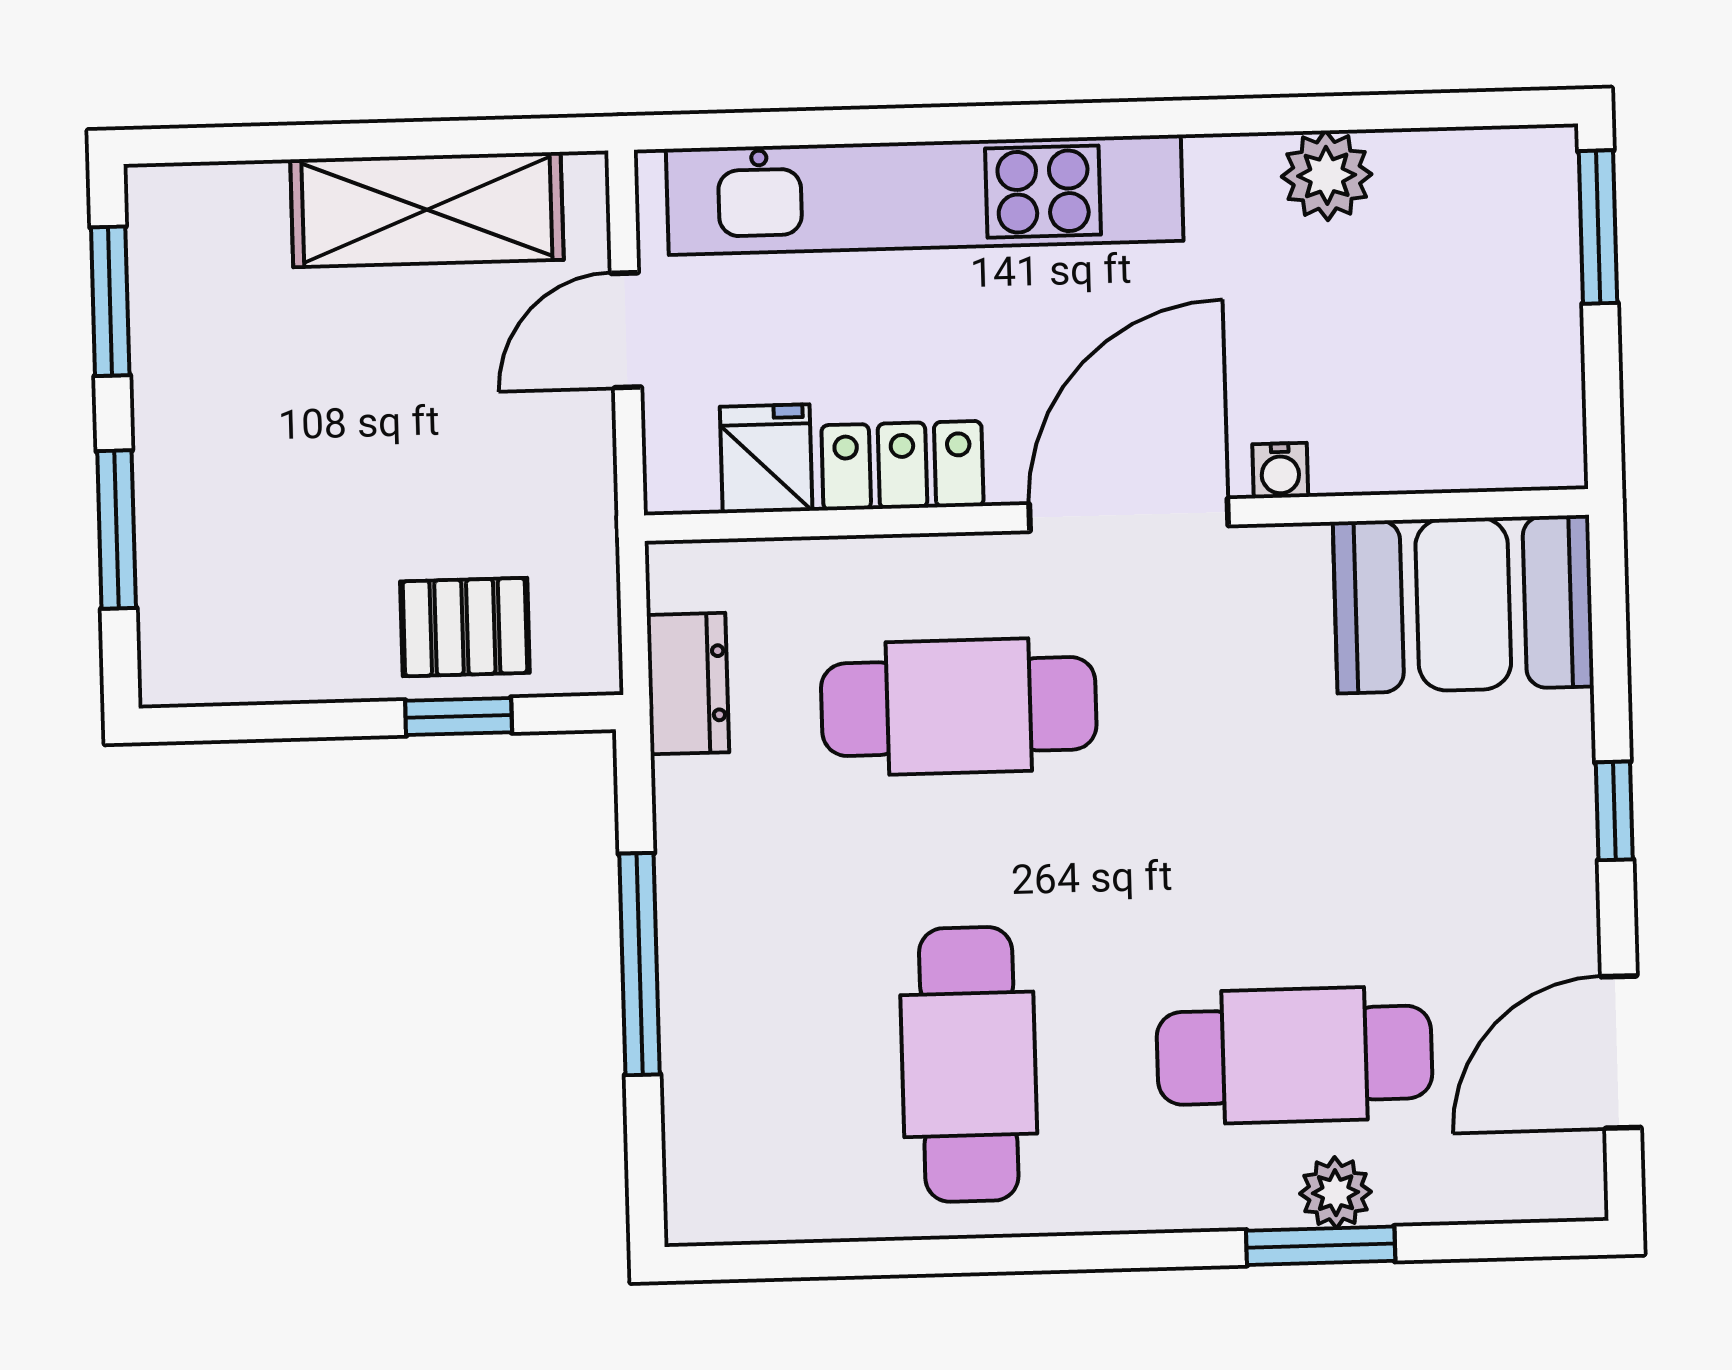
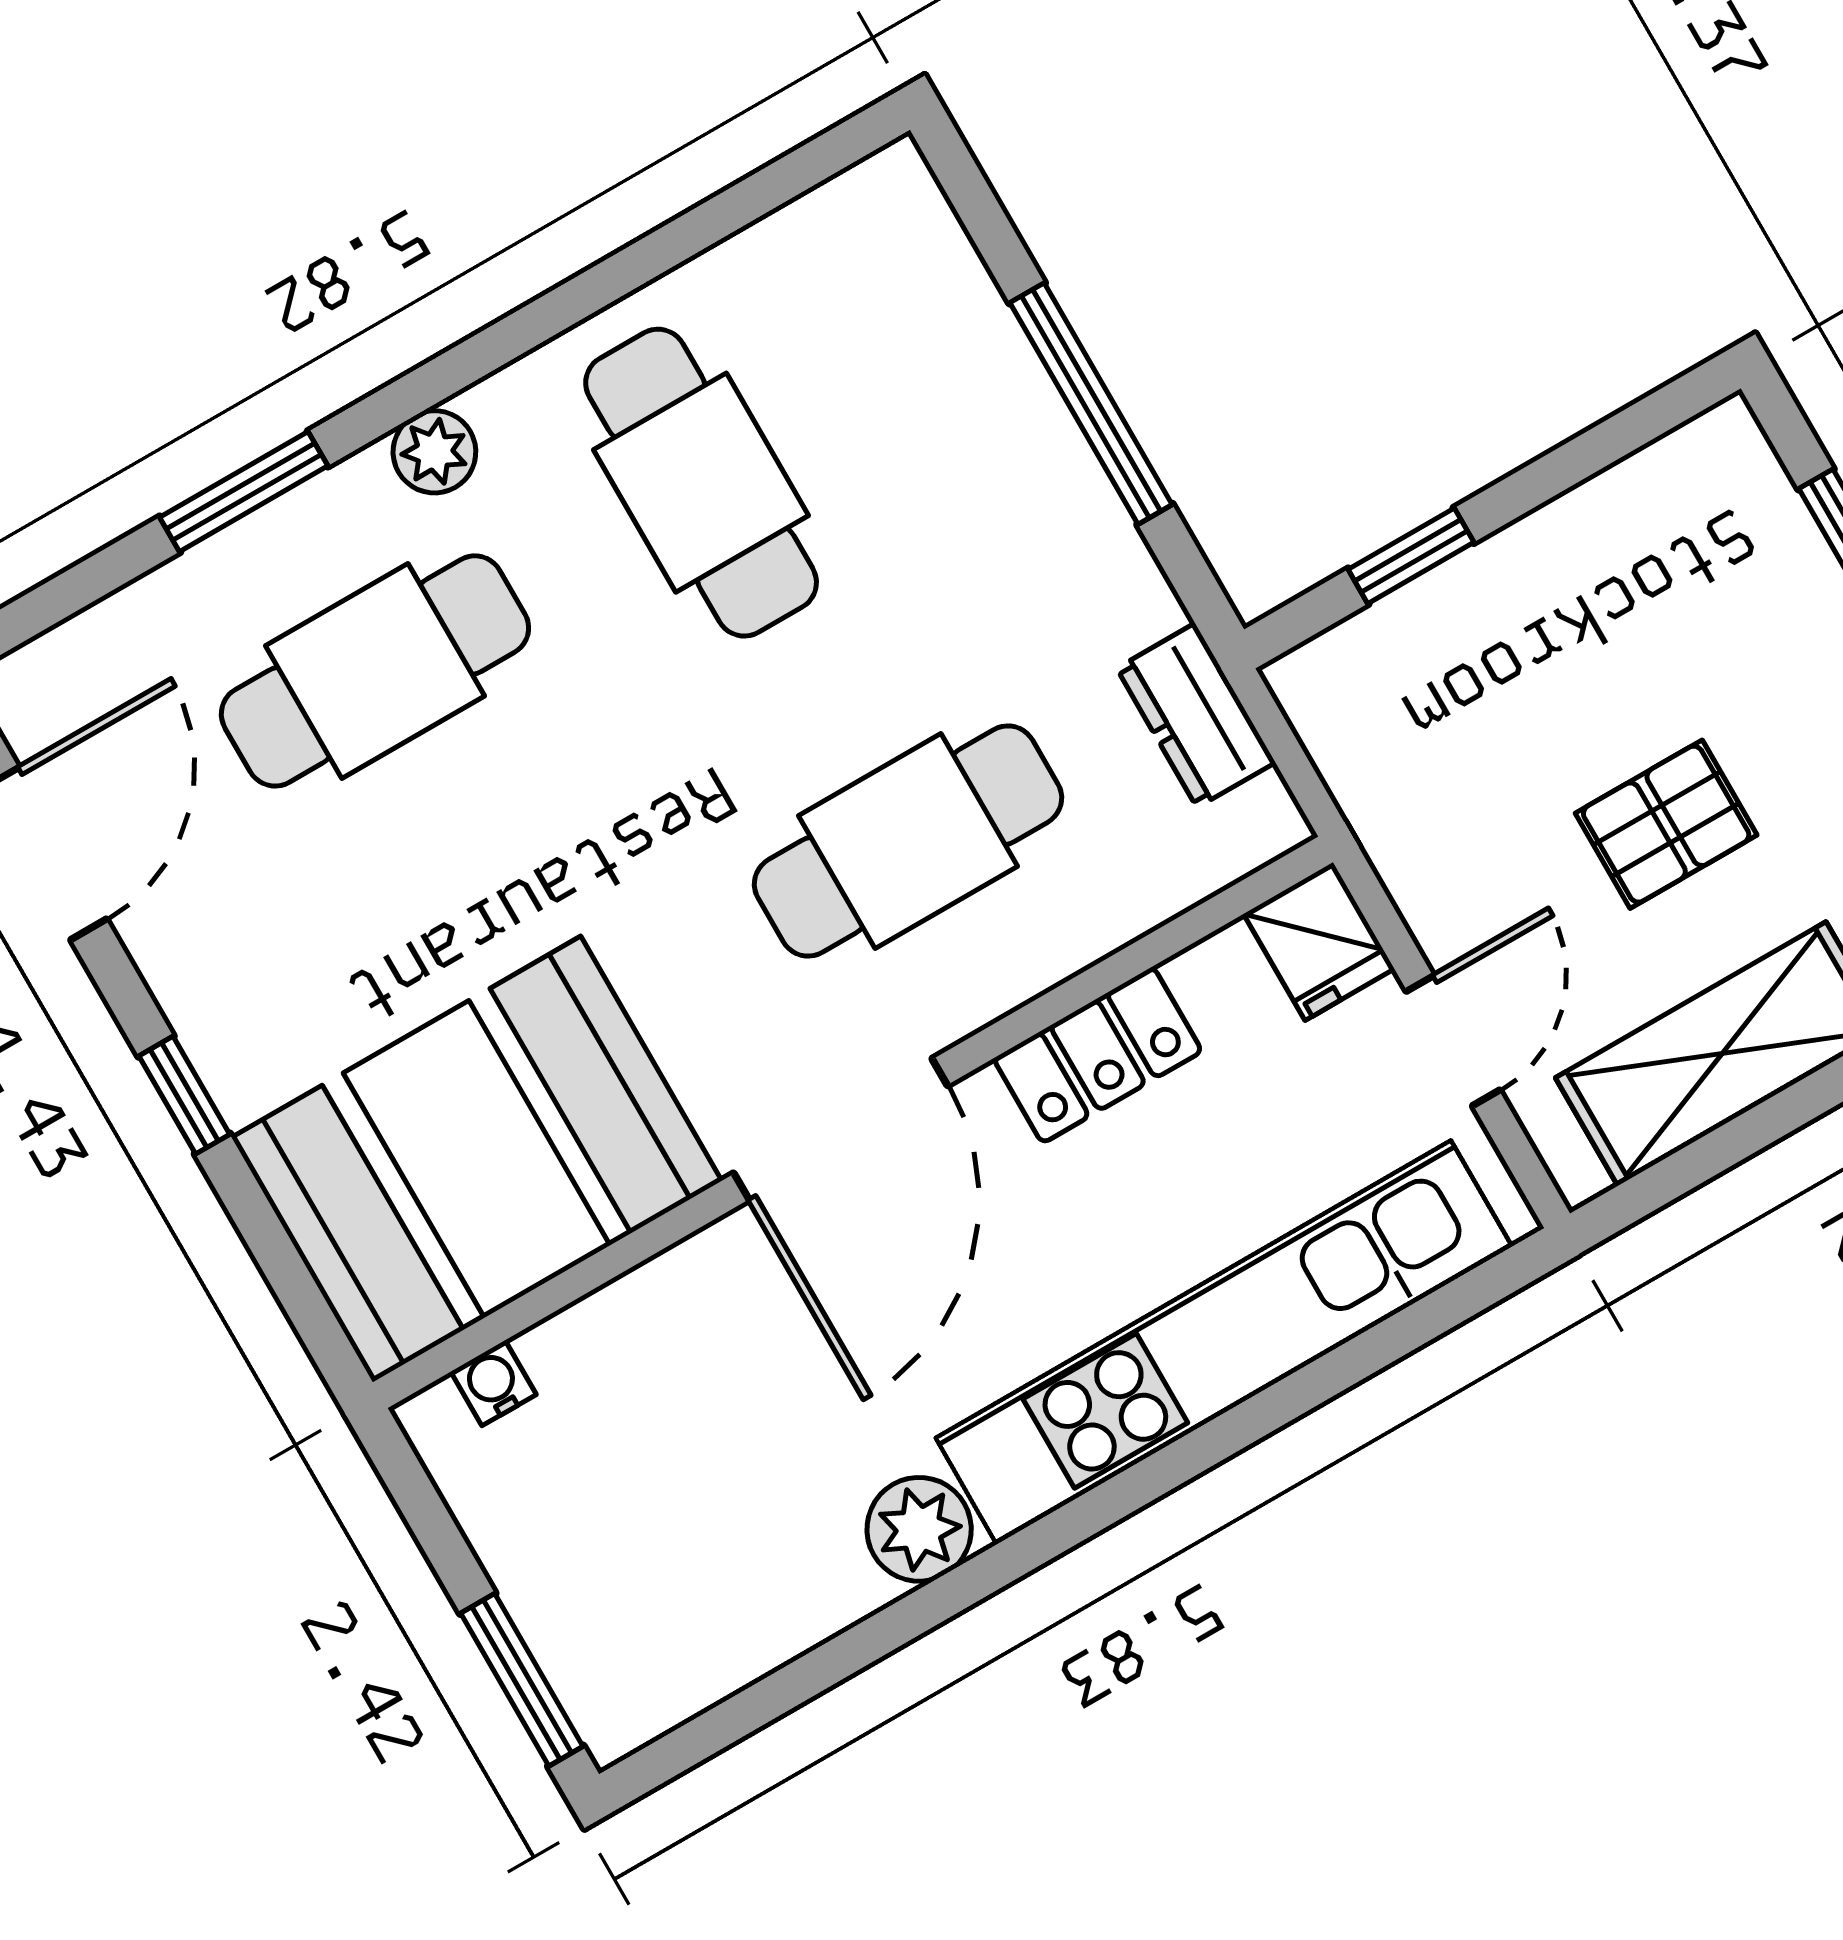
plant: (1327, 175) -> (919, 1529), moved
fridge: (766, 459) -> (1319, 941), moved
water cooler: (1280, 471) -> (493, 1383), moved
booth: (1463, 604) -> (477, 1159), width x1.36, depth x1.42
pallet: (465, 627) -> (1666, 824), moved
plant: (1336, 1193) -> (434, 452), moved

